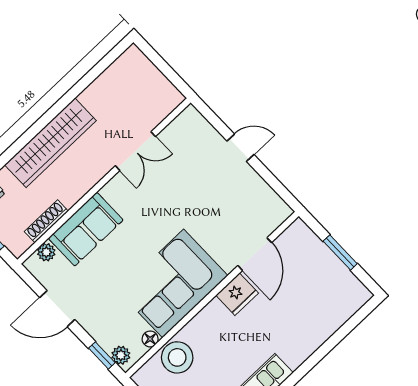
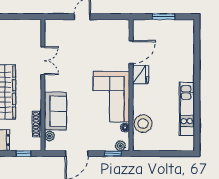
door: (255, 254) -> (131, 52), hinge flipped

